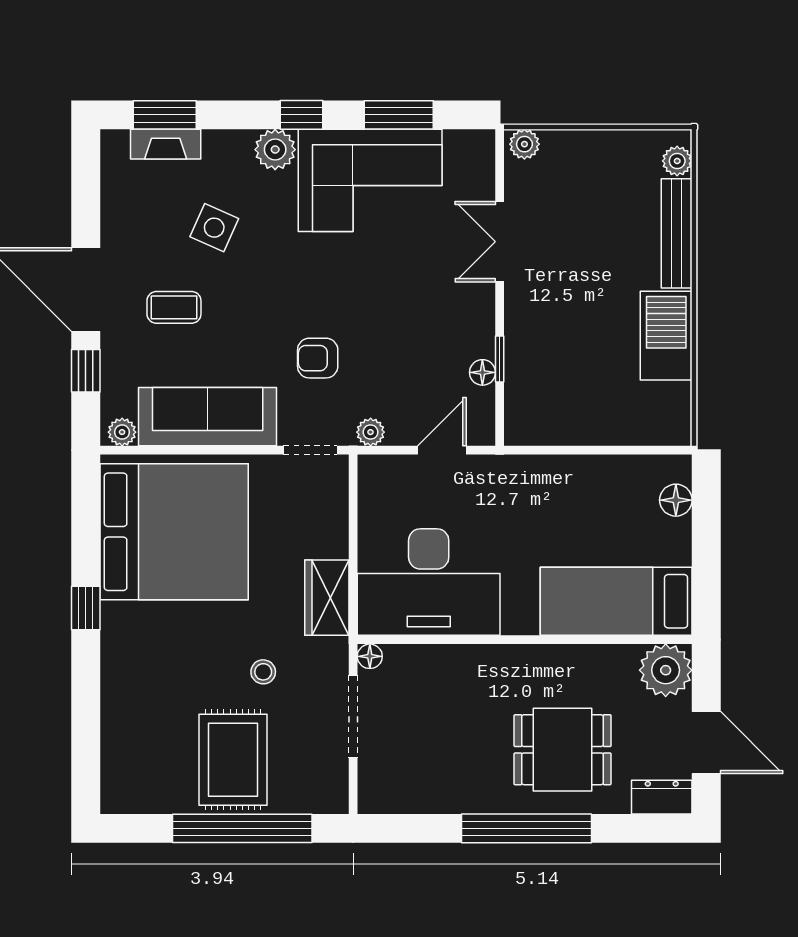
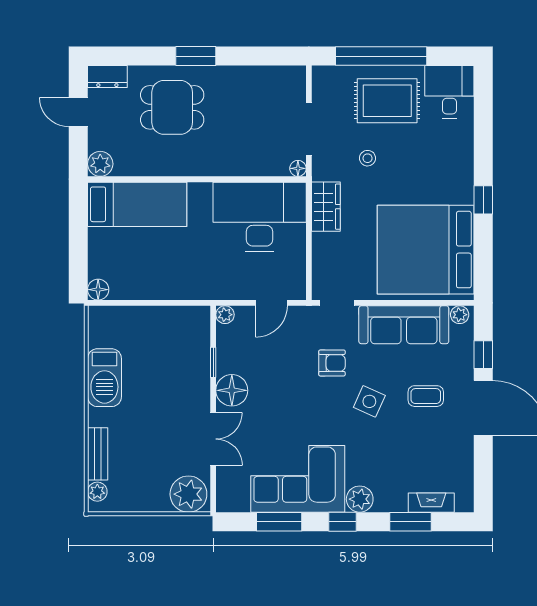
window: (165, 115) -> (410, 522), moved
plant: (524, 144) -> (188, 494), width x1.88, depth x1.88
side table: (214, 228) -> (369, 401), moved
bench: (677, 233) -> (98, 454), width x0.73
floor lamp: (482, 372) -> (232, 390), moved, width x1.89, depth x1.89
plant: (371, 432) -> (225, 315), moved
door: (442, 450) -> (271, 303), moved
floor lamp: (676, 500) -> (98, 290), moved
plant: (666, 670) -> (100, 164), width x0.73, depth x0.73
door: (706, 742) -> (78, 112), width x0.73
rug: (233, 760) -> (387, 101), turned 90
desk: (138, 774) -> (449, 92), added
window: (527, 828) -> (196, 56), width x0.47

